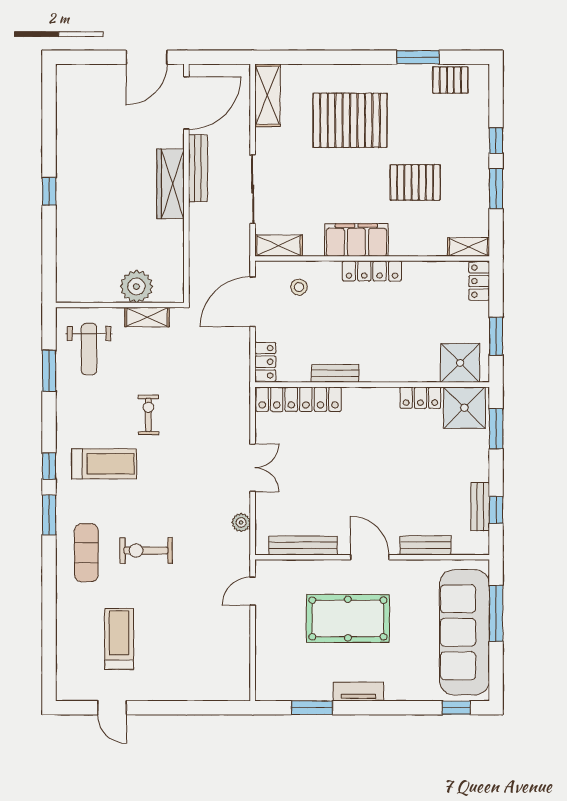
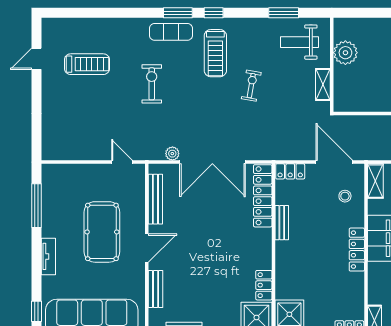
plant: (136, 286) -> (345, 53), moved
exercise bike: (148, 415) -> (251, 86), turned -80
double door: (253, 468) -> (212, 162), width x1.87
exercise mat: (86, 553) -> (171, 32), moved
tv unit: (358, 691) -> (48, 256), moved
window: (312, 708) -> (36, 206), width x1.44

